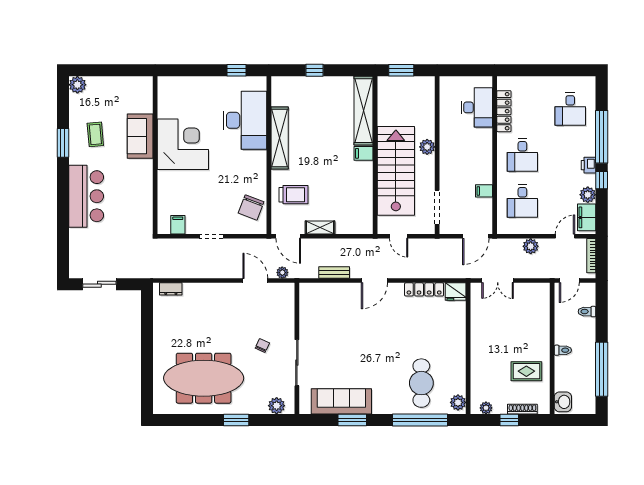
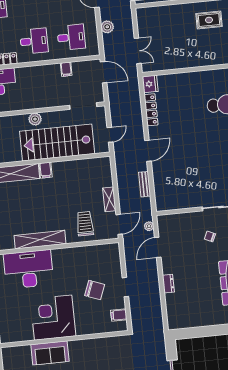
chair: (251, 207) -> (95, 290), moved
door: (374, 281) -> (148, 151), hinge flipped
dresser: (171, 289) -> (168, 284), moved
rug: (526, 371) -> (209, 20), turned 90

